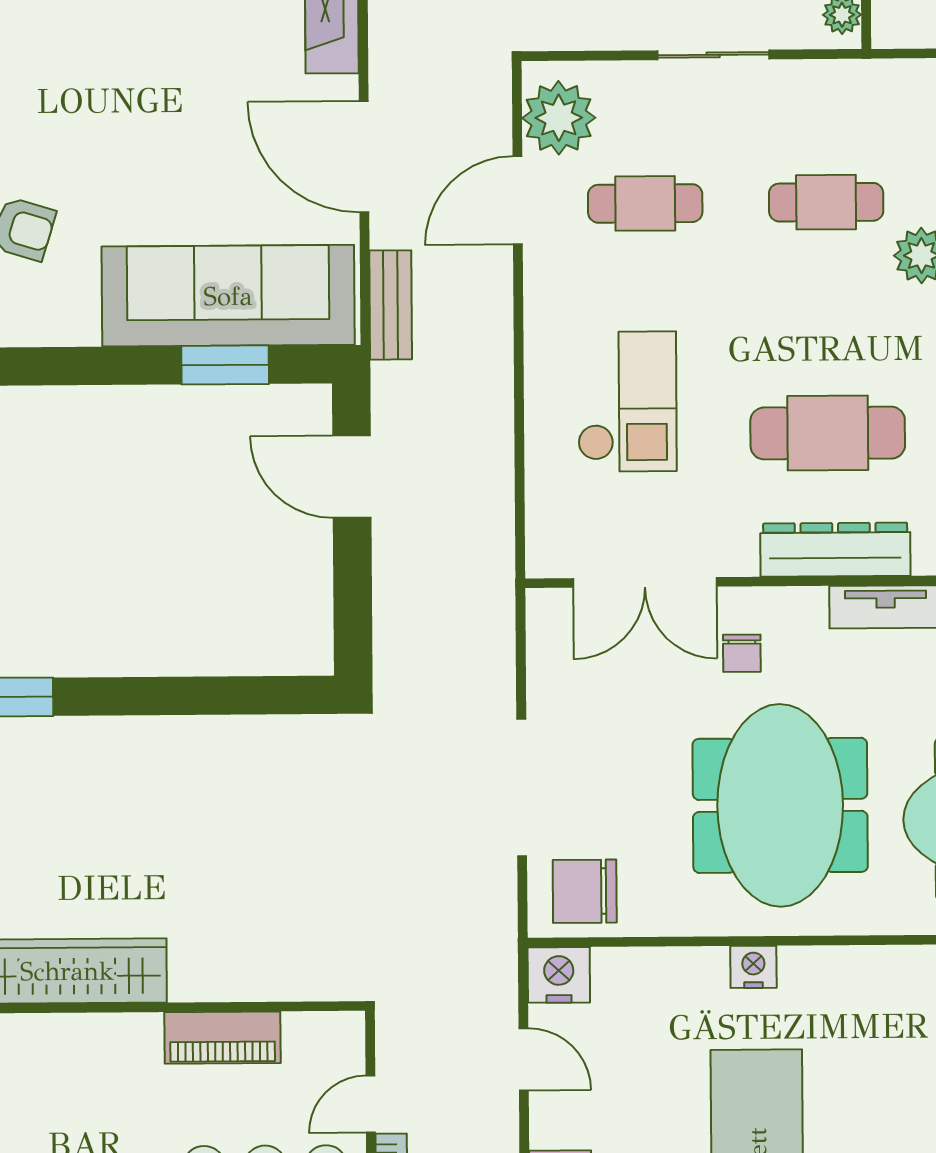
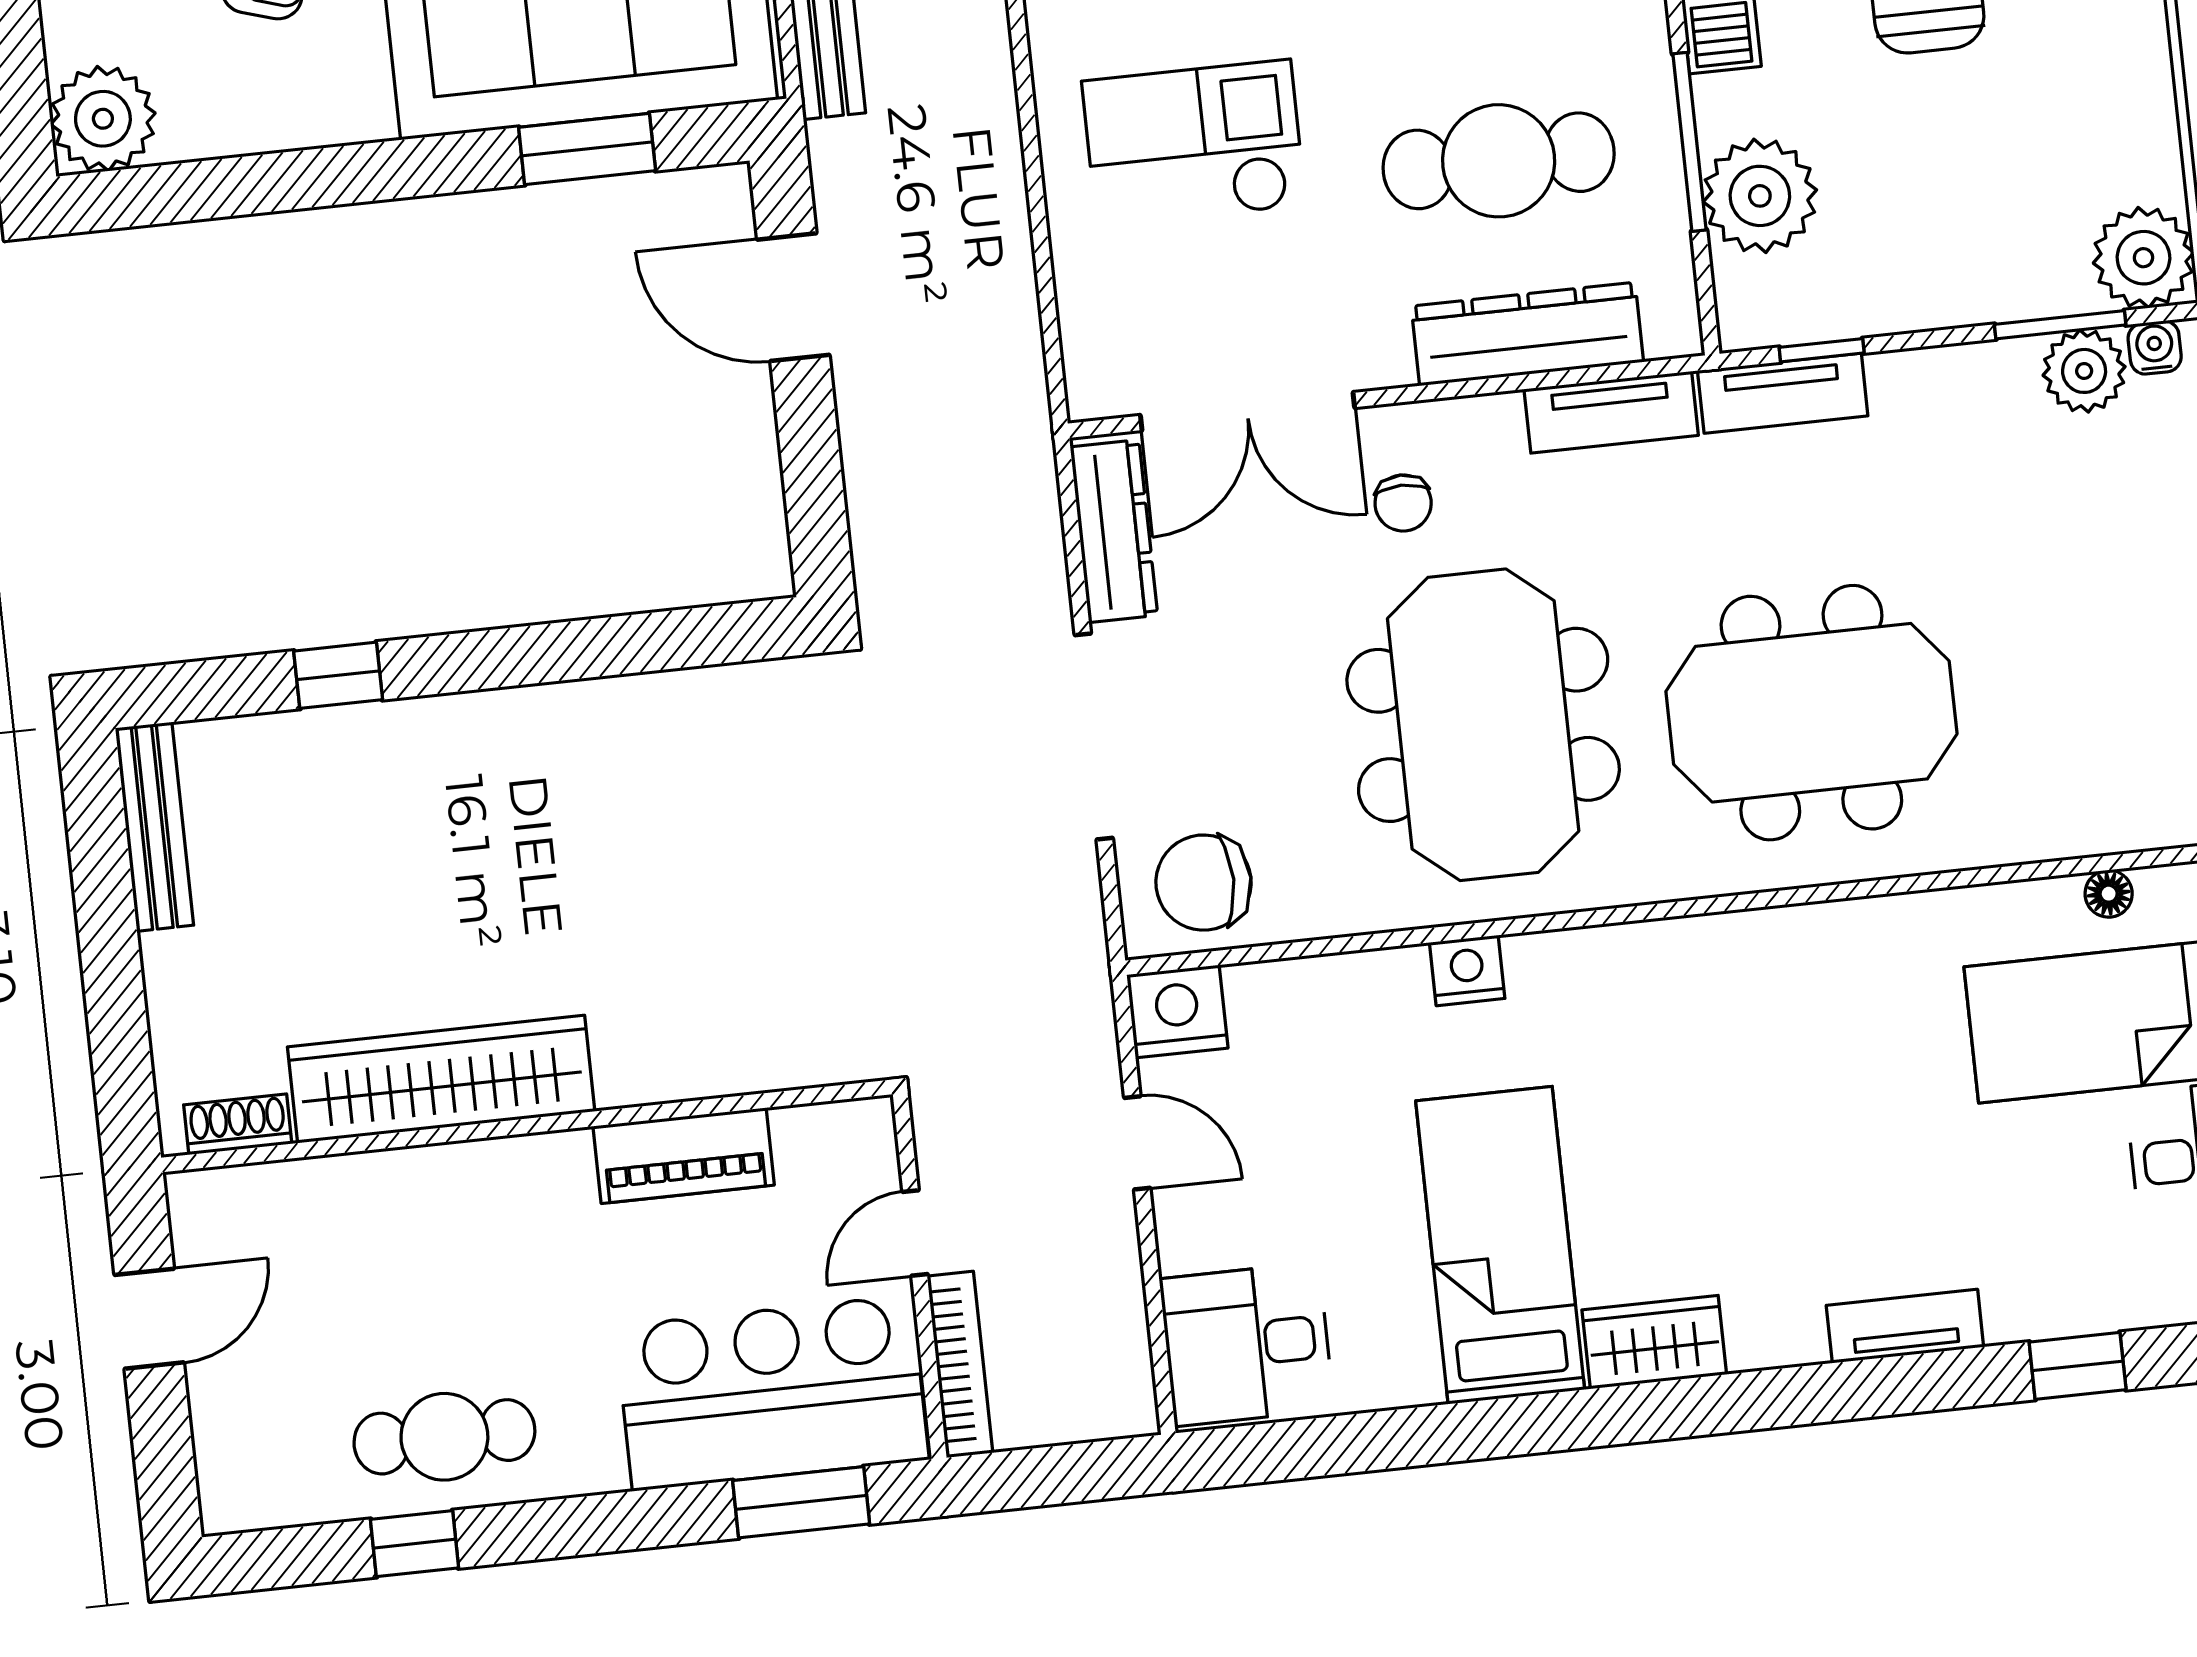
checkout: (627, 401) -> (1194, 144), turned -90
dresser: (549, 653) -> (1114, 531), added

